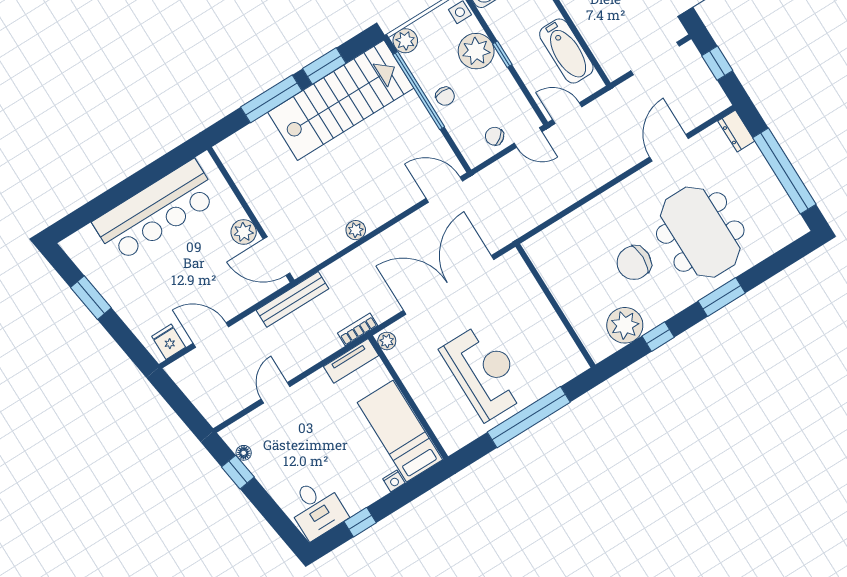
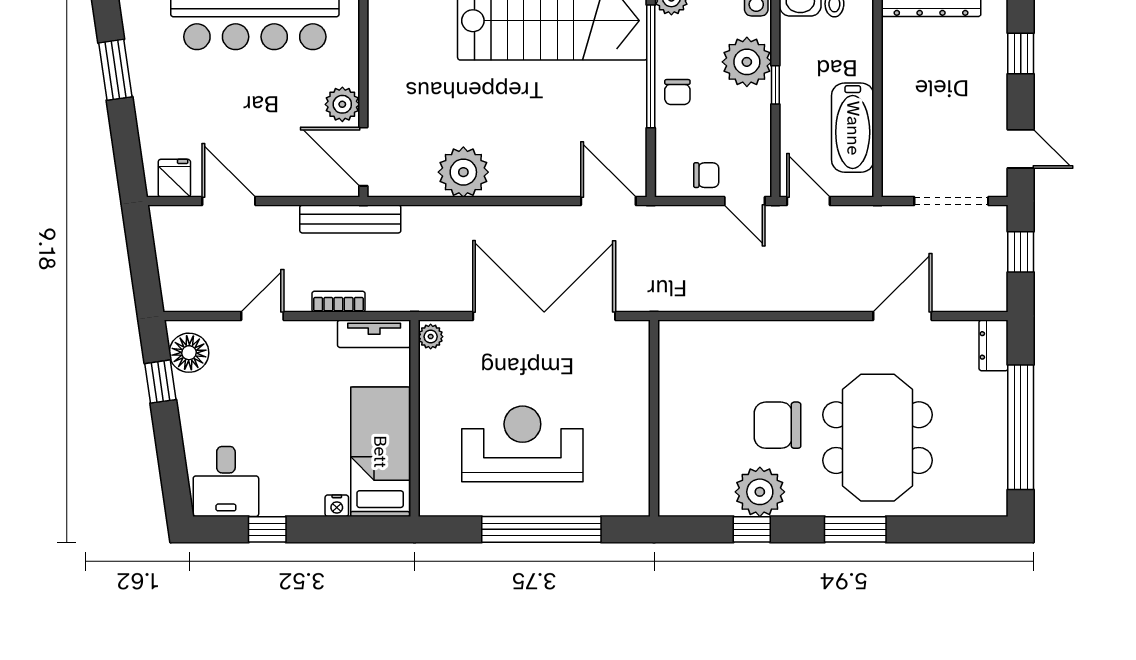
chair: (495, 136) -> (706, 175), turned 127
plant: (356, 230) -> (463, 172), width x1.87, depth x1.87
plant: (625, 325) -> (760, 492), moved
bookcase: (358, 329) -> (338, 302), moved
reception desk: (484, 372) -> (522, 444), turned -90
floor lamp: (244, 453) -> (189, 353), width x1.89, depth x1.89

